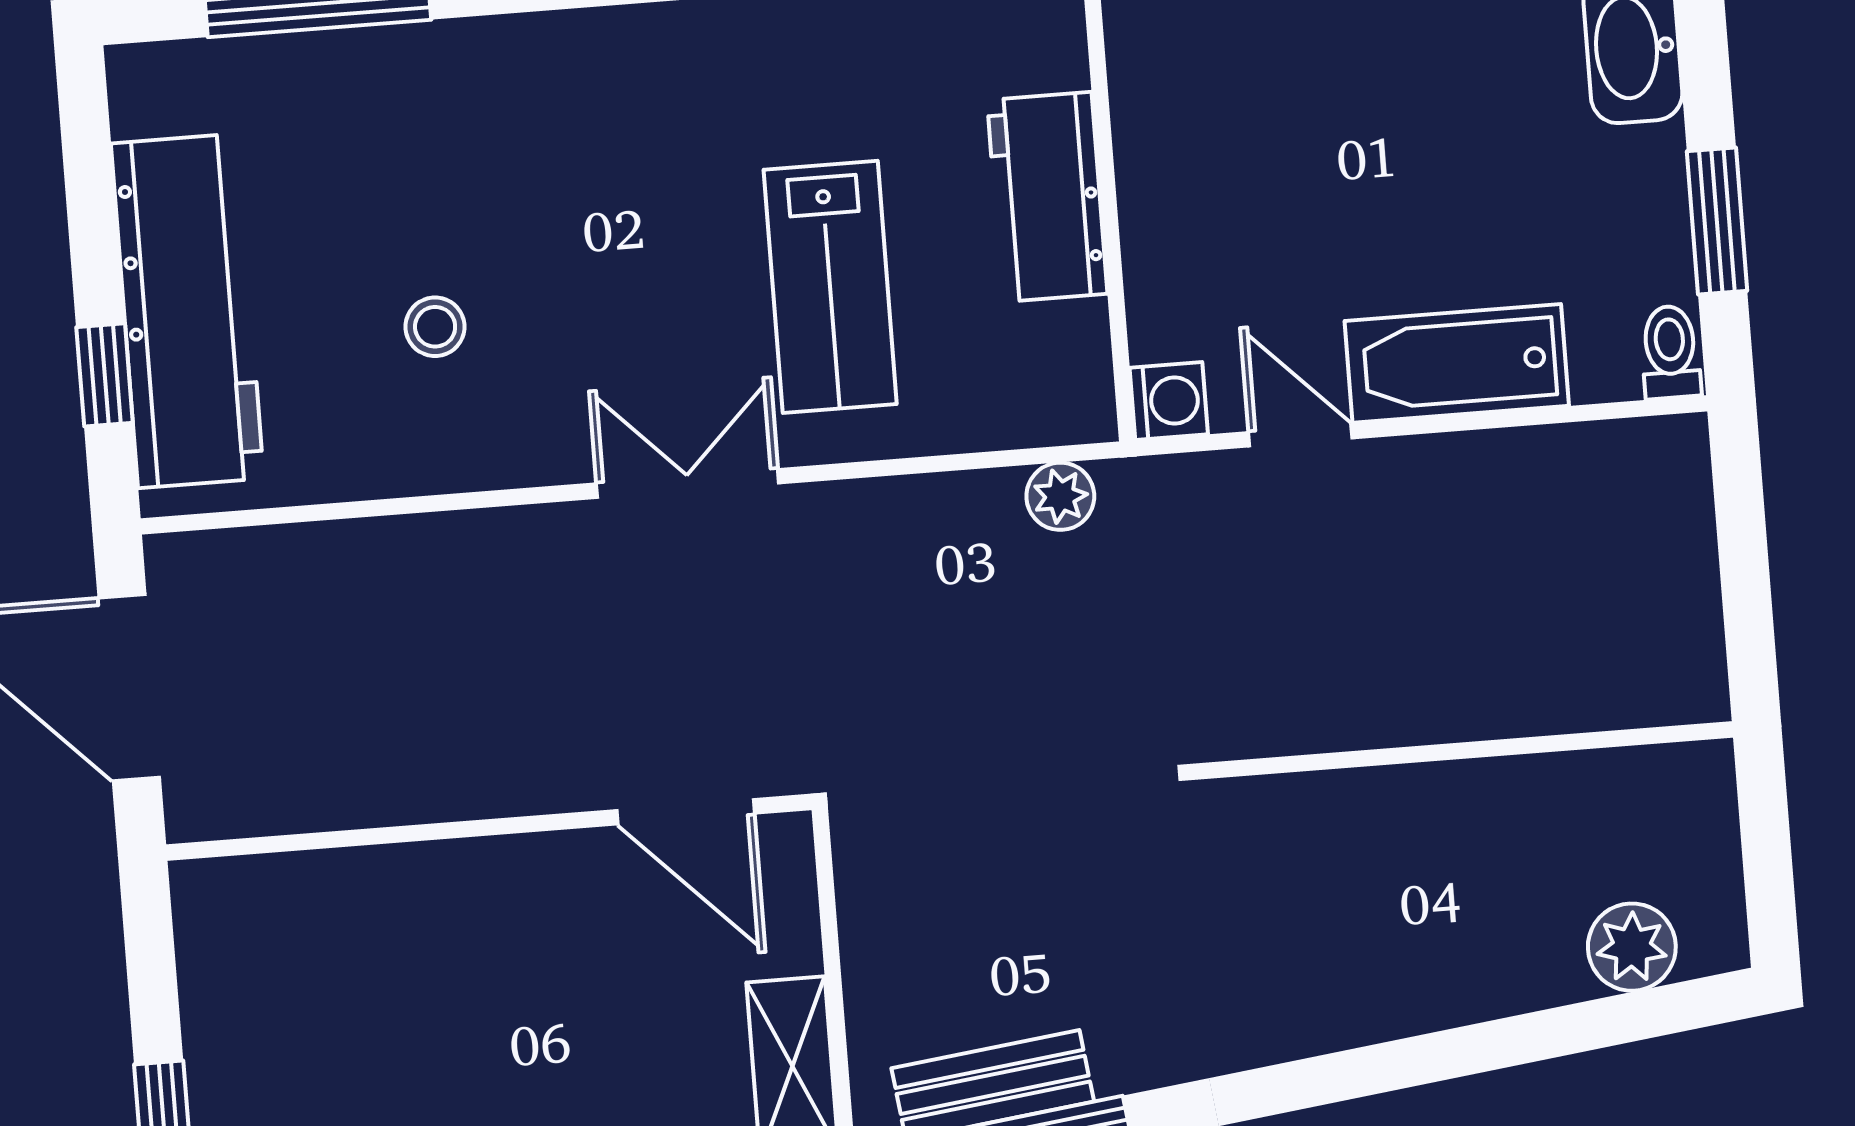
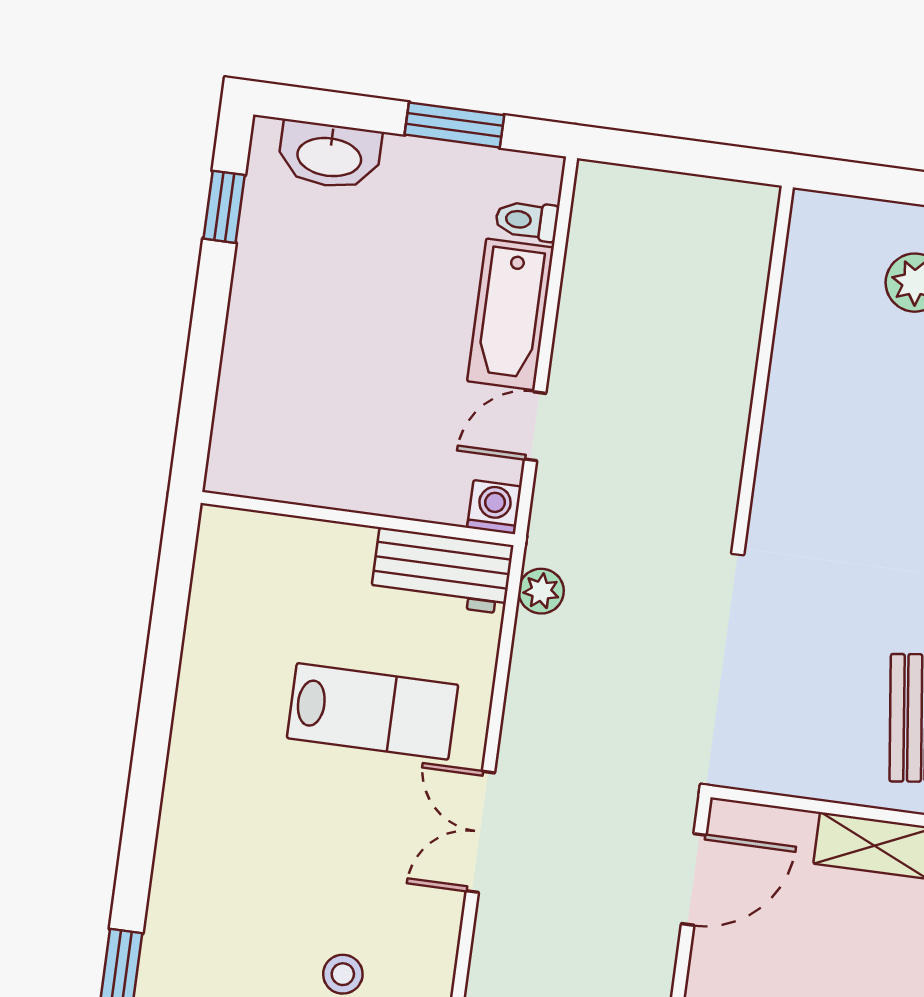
workbench: (1047, 197) -> (442, 571), moved
toilet: (1670, 352) -> (527, 220), moved

